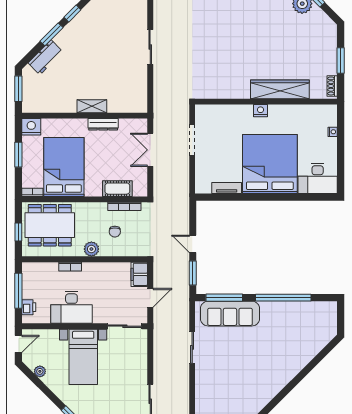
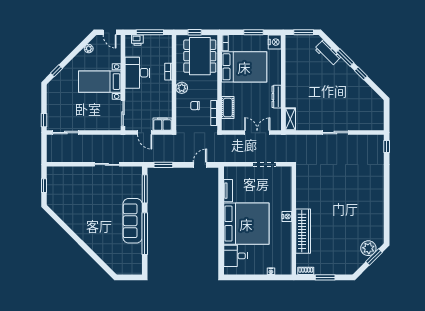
shelving: (92, 106) -> (290, 119), moved
desk: (318, 178) -> (235, 256), width x0.73
door: (193, 244) -> (200, 165), moved
sofa: (230, 314) -> (133, 221), moved

